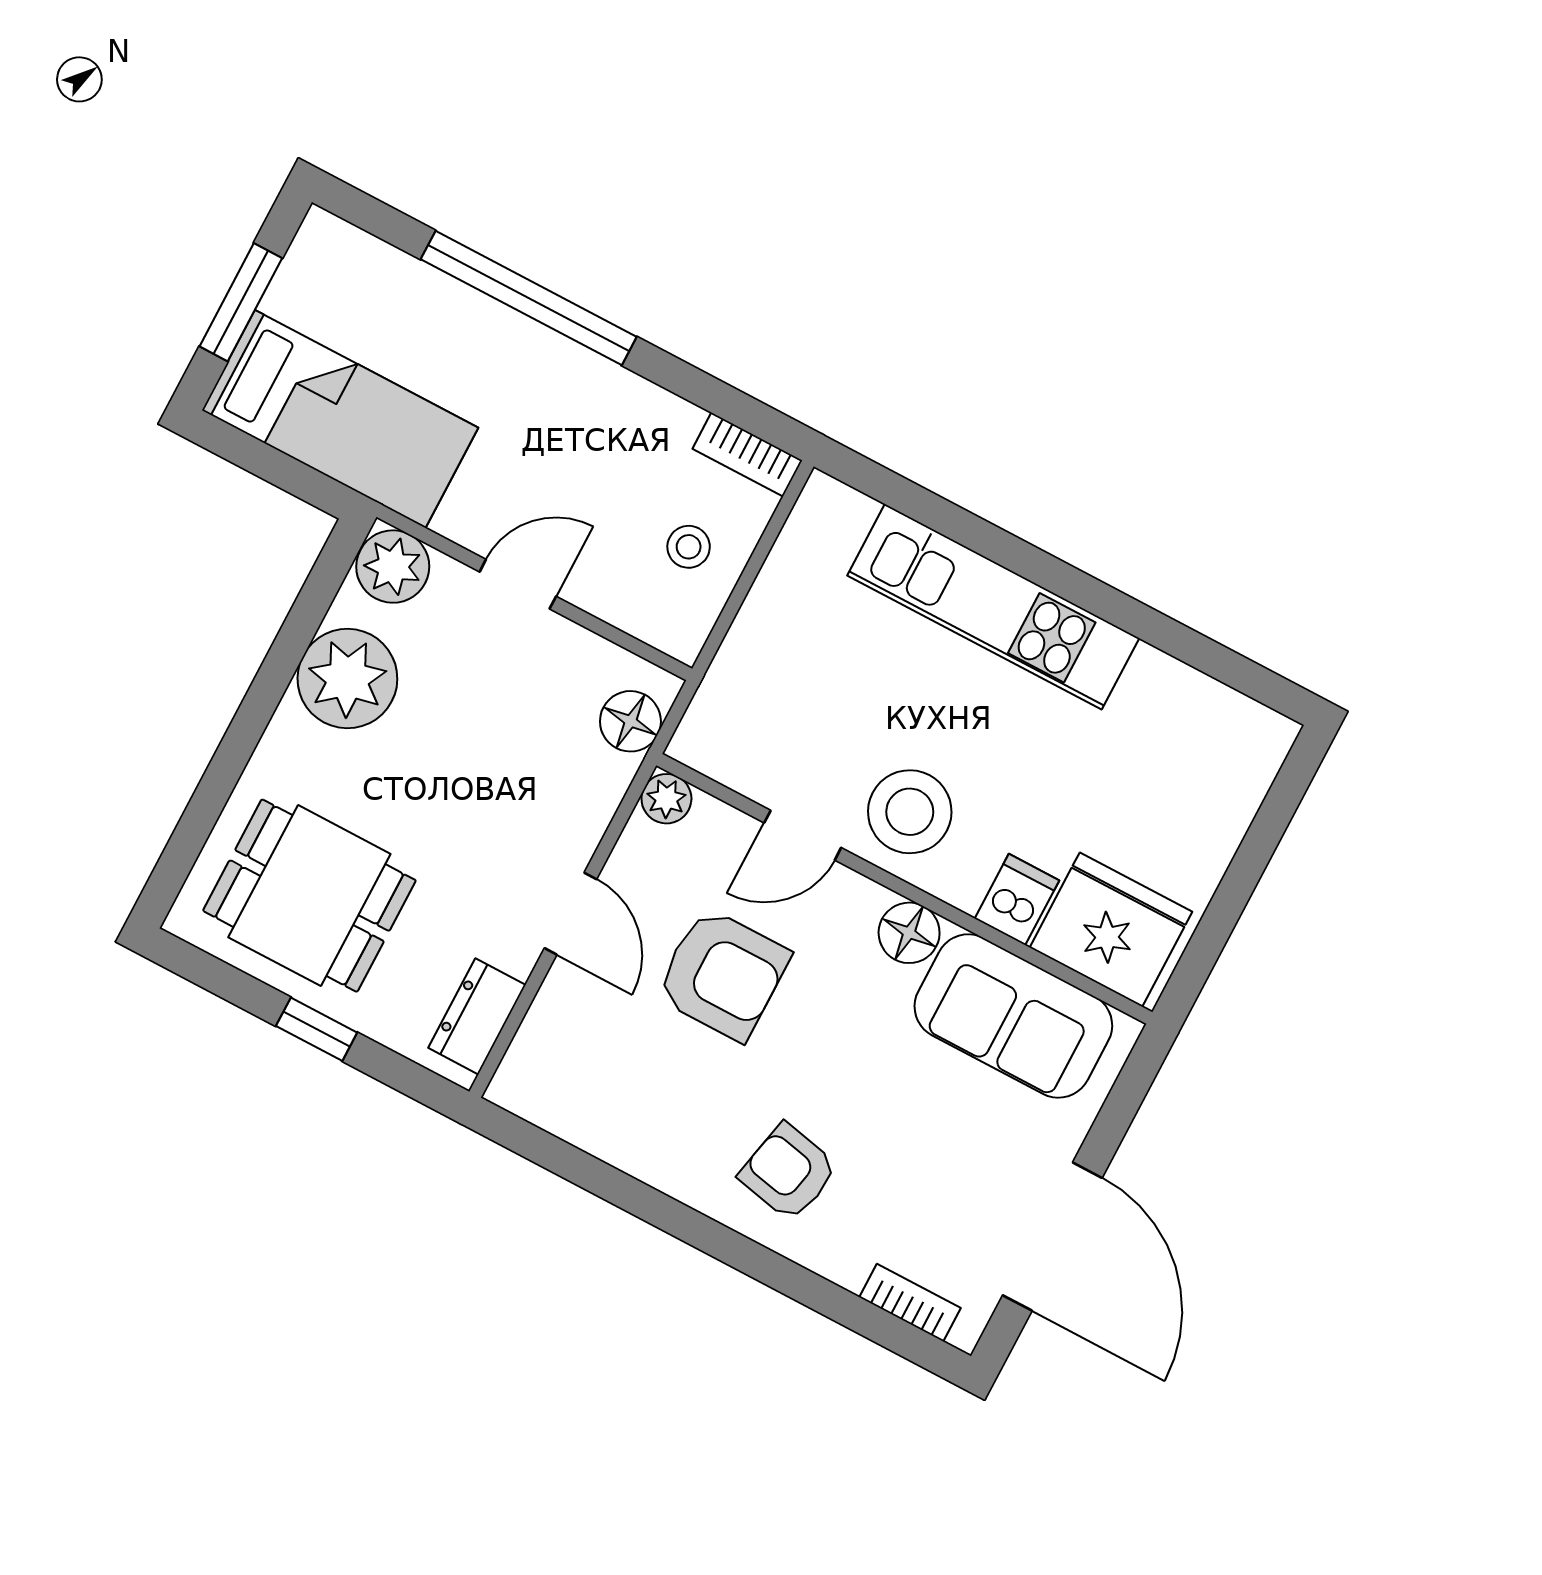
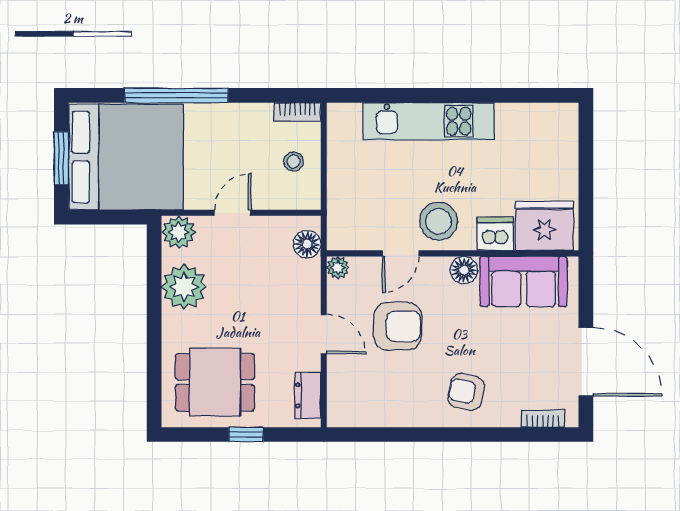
bed: (340, 419) -> (126, 157), width x2.04
dishwasher: (1017, 899) -> (495, 234), width x1.38

